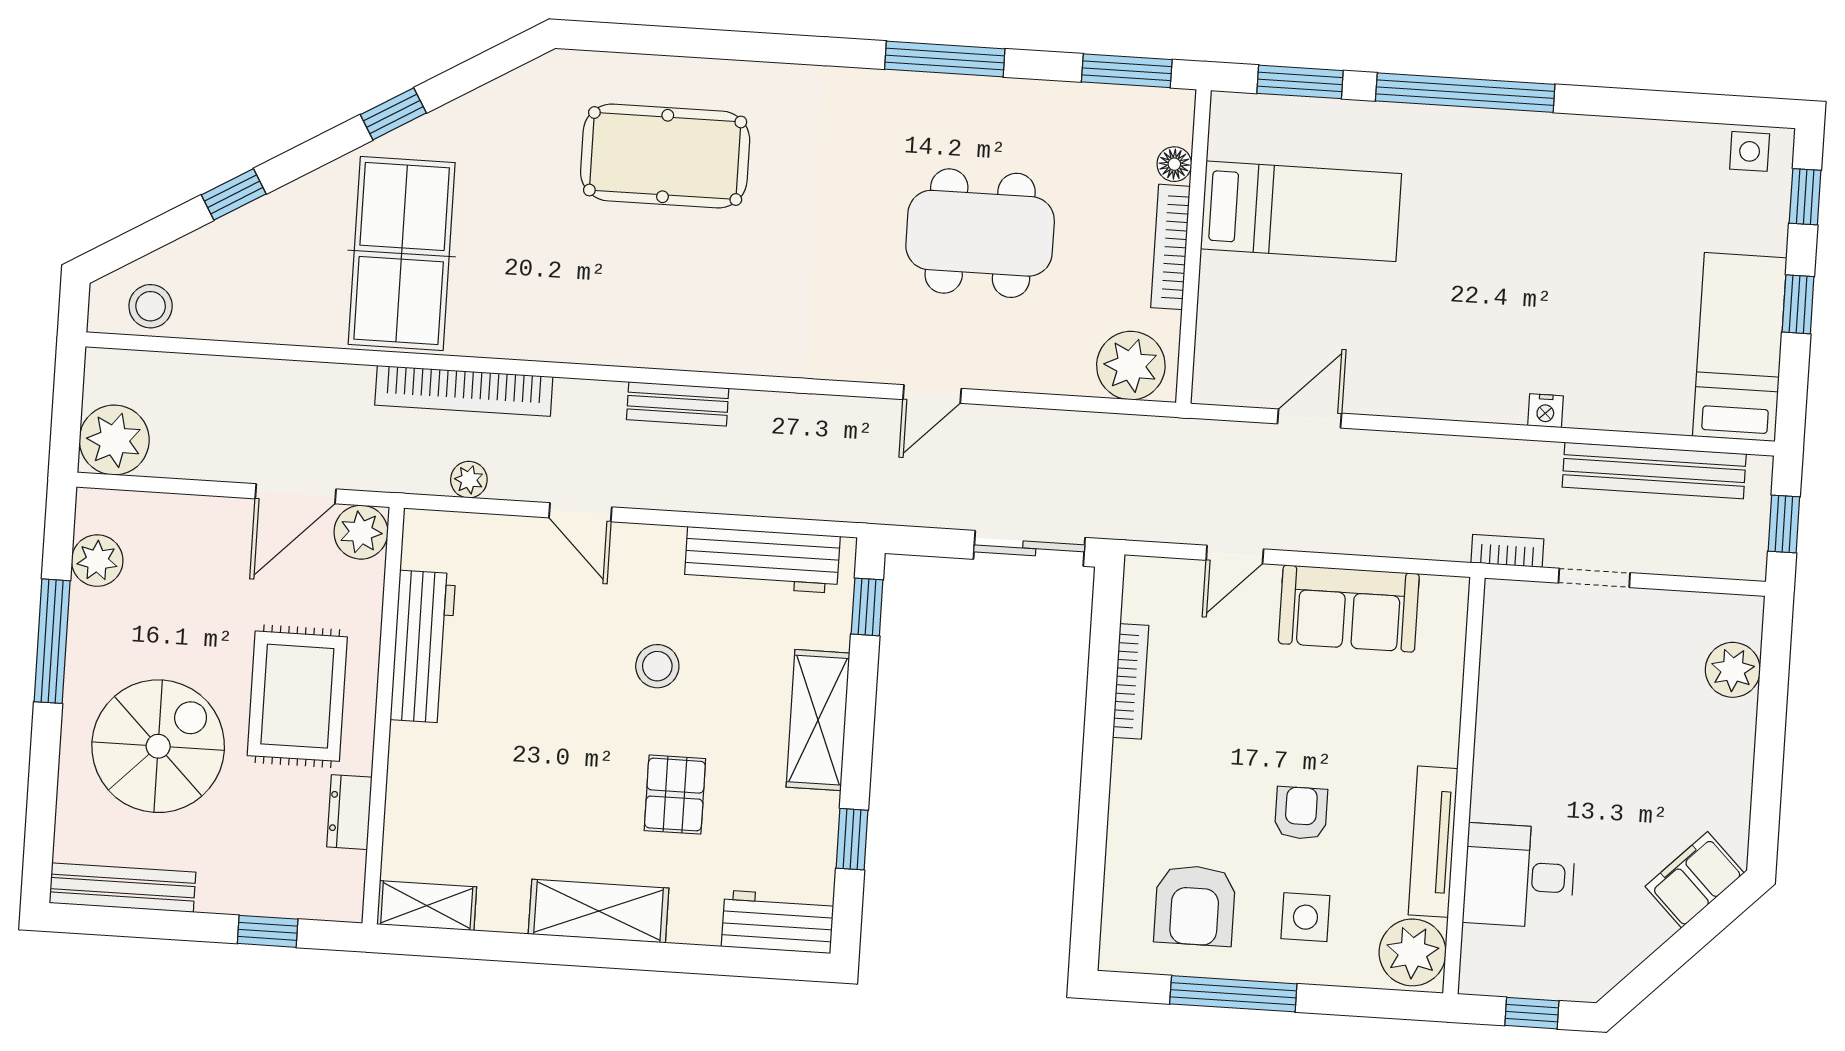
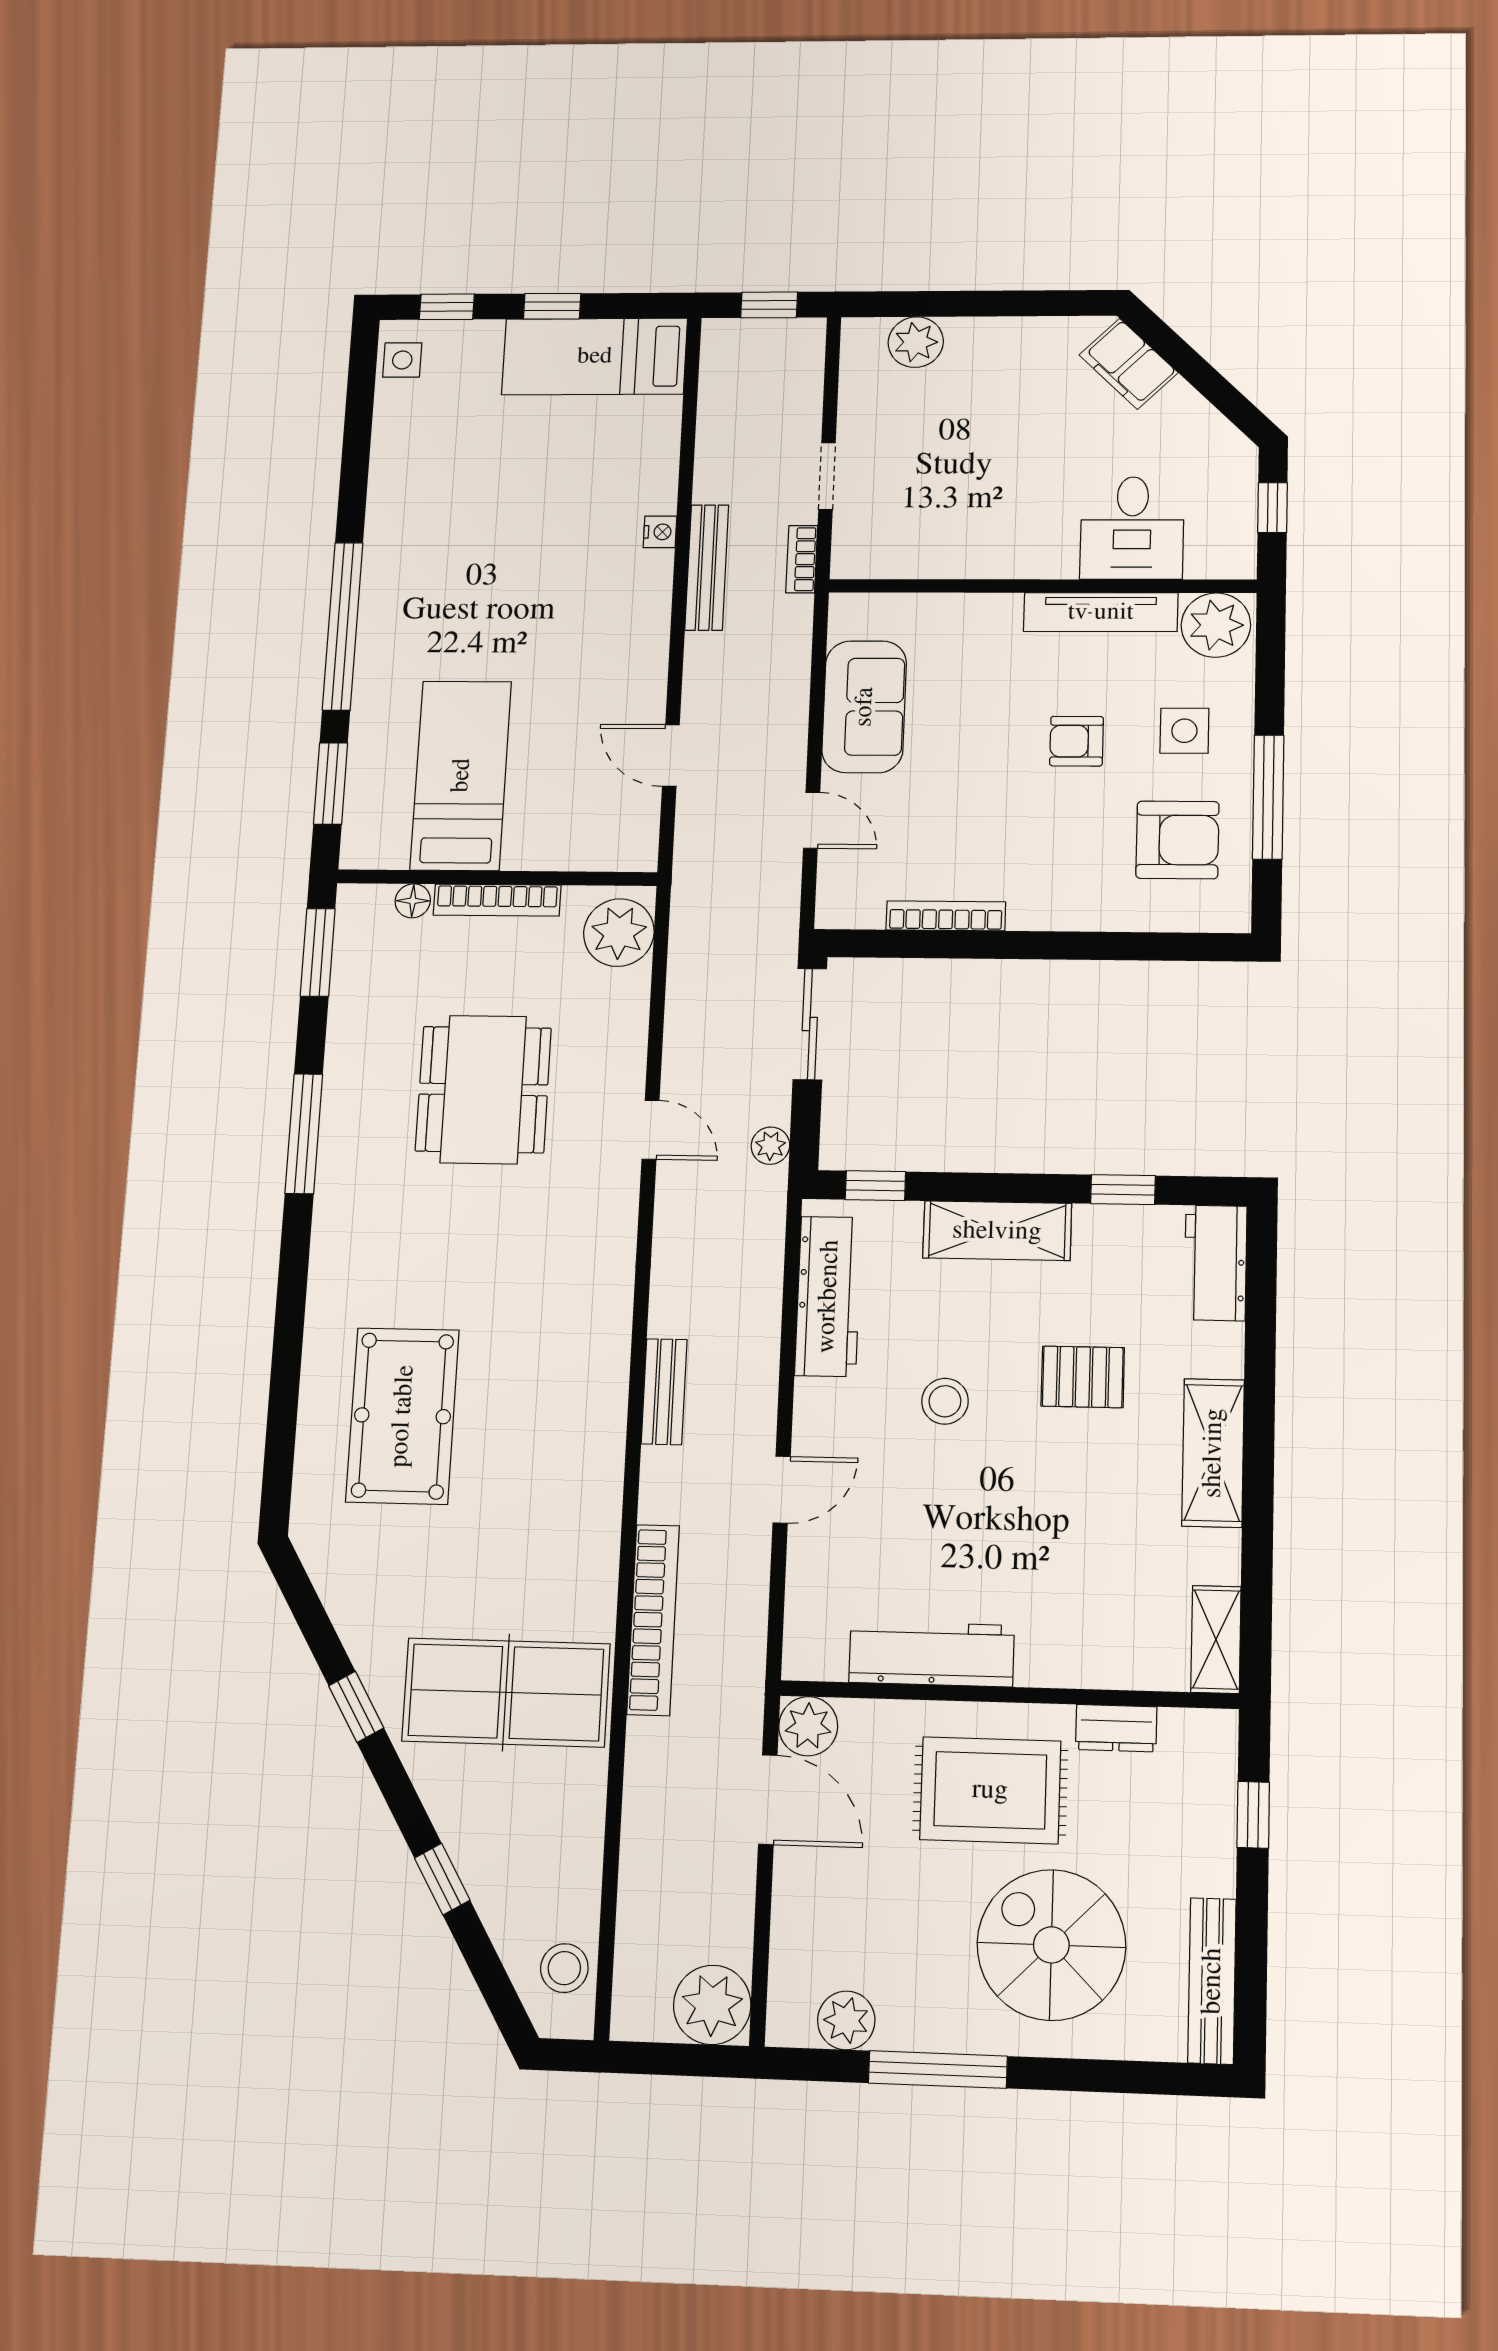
bench: (1654, 470) -> (707, 567), moved, width x0.73, depth x0.82
plant: (469, 480) -> (770, 1146), moved

